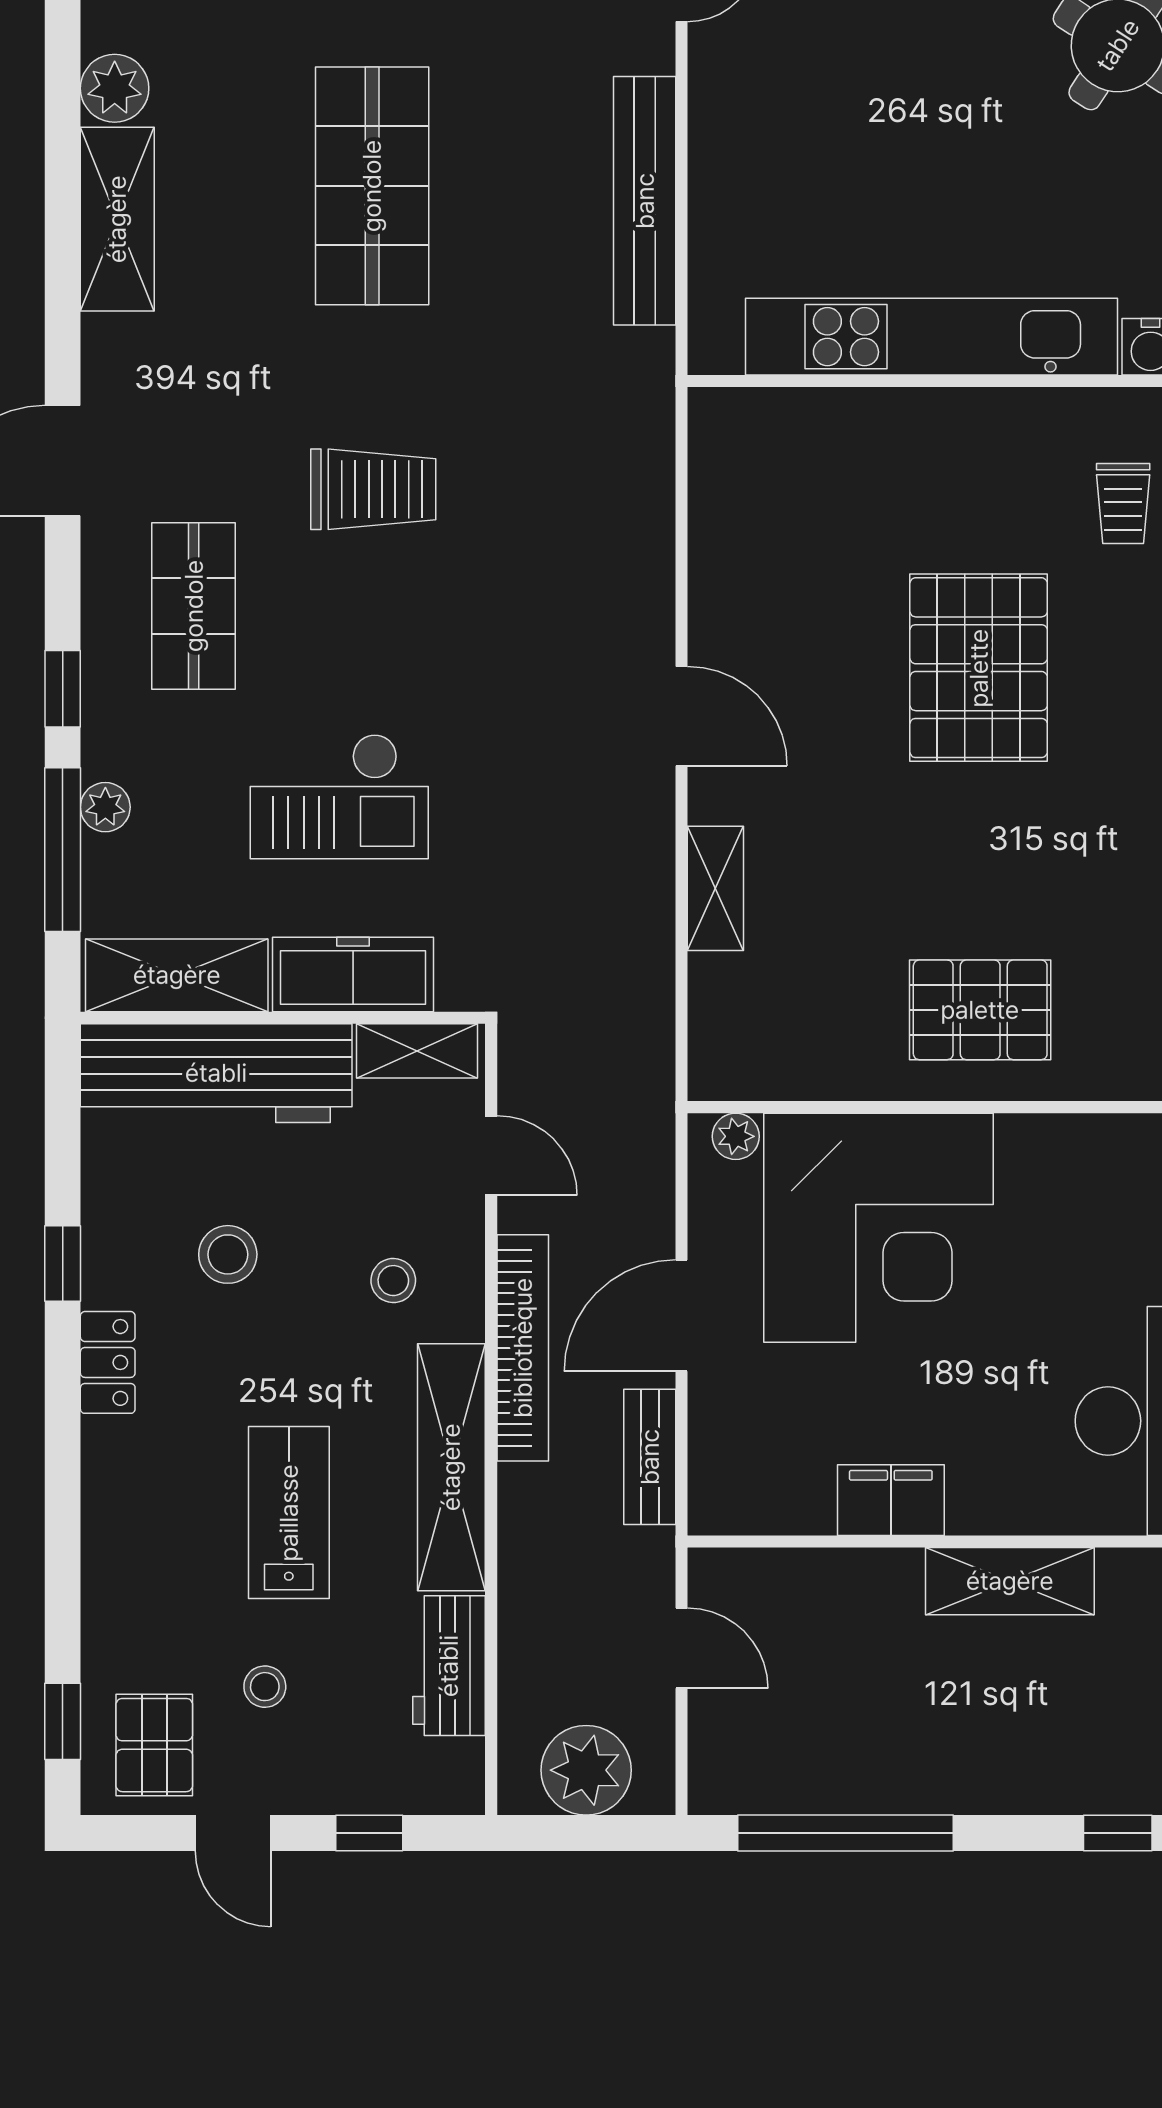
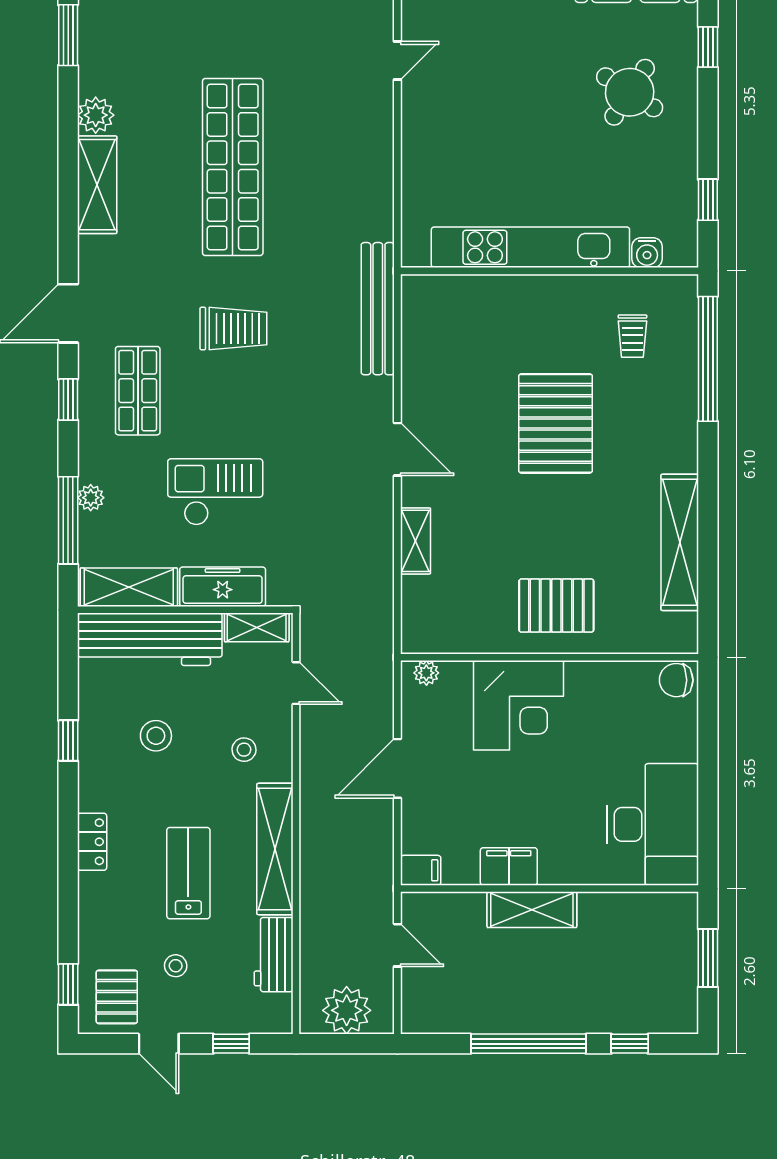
shop shelf: (372, 186) -> (233, 167), width x1.40
bench: (645, 201) -> (378, 309), moved
window: (63, 689) -> (68, 400), moved
checkout: (339, 796) -> (215, 492), turned 180
corner desk: (879, 1228) -> (518, 705), width x0.74, depth x0.74
bookcase: (523, 1348) -> (313, 785), removed
locker: (108, 1362) -> (92, 842), moved
bench: (650, 1457) -> (380, 843), removed
filing cabinet: (725, 1507) -> (421, 870), added
shelving: (1010, 1581) -> (532, 910), moved
window: (845, 1833) -> (528, 1044), moved

